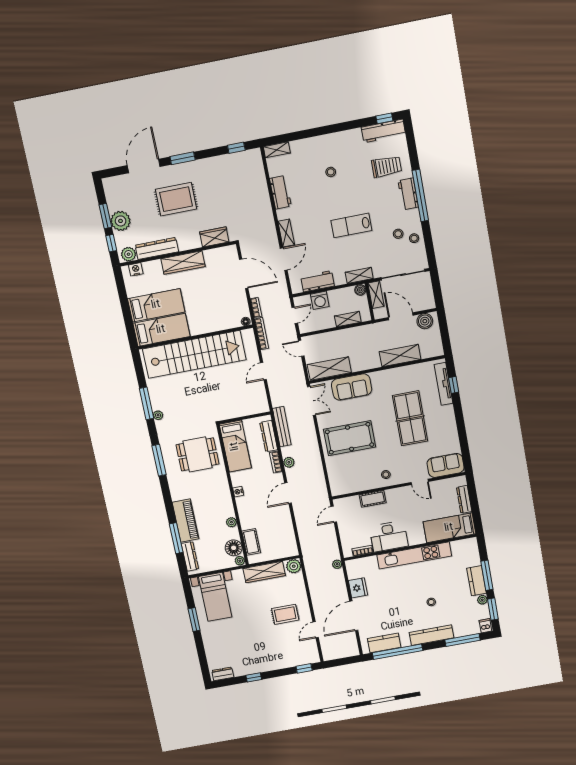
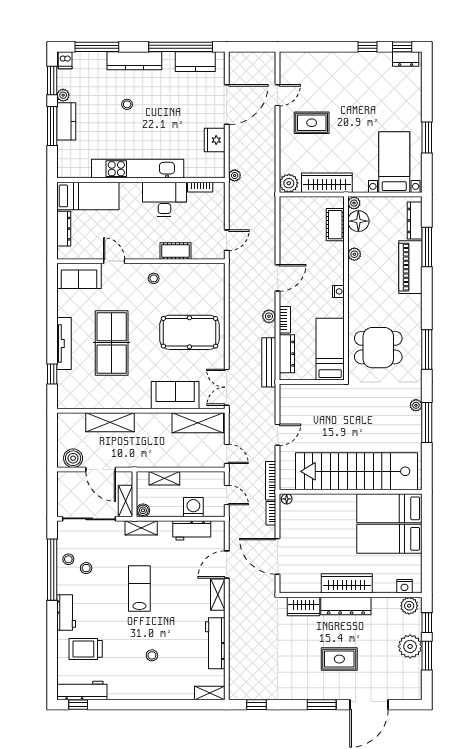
workbench: (280, 192) -> (215, 643), width x1.38
window: (420, 195) -> (52, 570), moved
rug: (176, 199) -> (339, 659), width x0.73, depth x0.70
lab bench: (351, 225) -> (139, 589), turned -90
dresser: (157, 248) -> (346, 606), moved
door: (295, 315) -> (227, 495), swing flipped
tv unit: (444, 384) -> (64, 343), moved
window: (304, 668) -> (402, 47), moved

